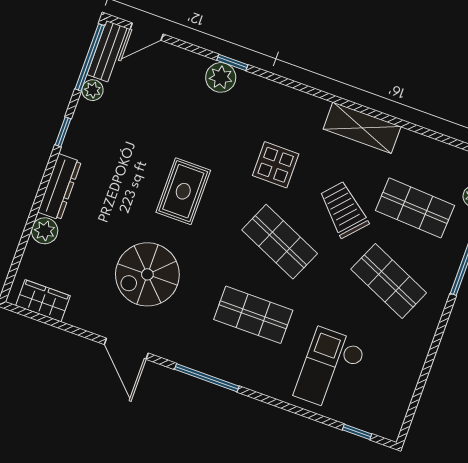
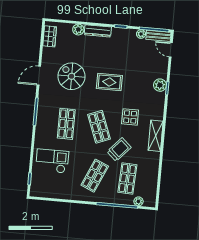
shelving: (362, 128) -> (156, 136), moved
shop shelf: (280, 242) -> (99, 127), turned -45

